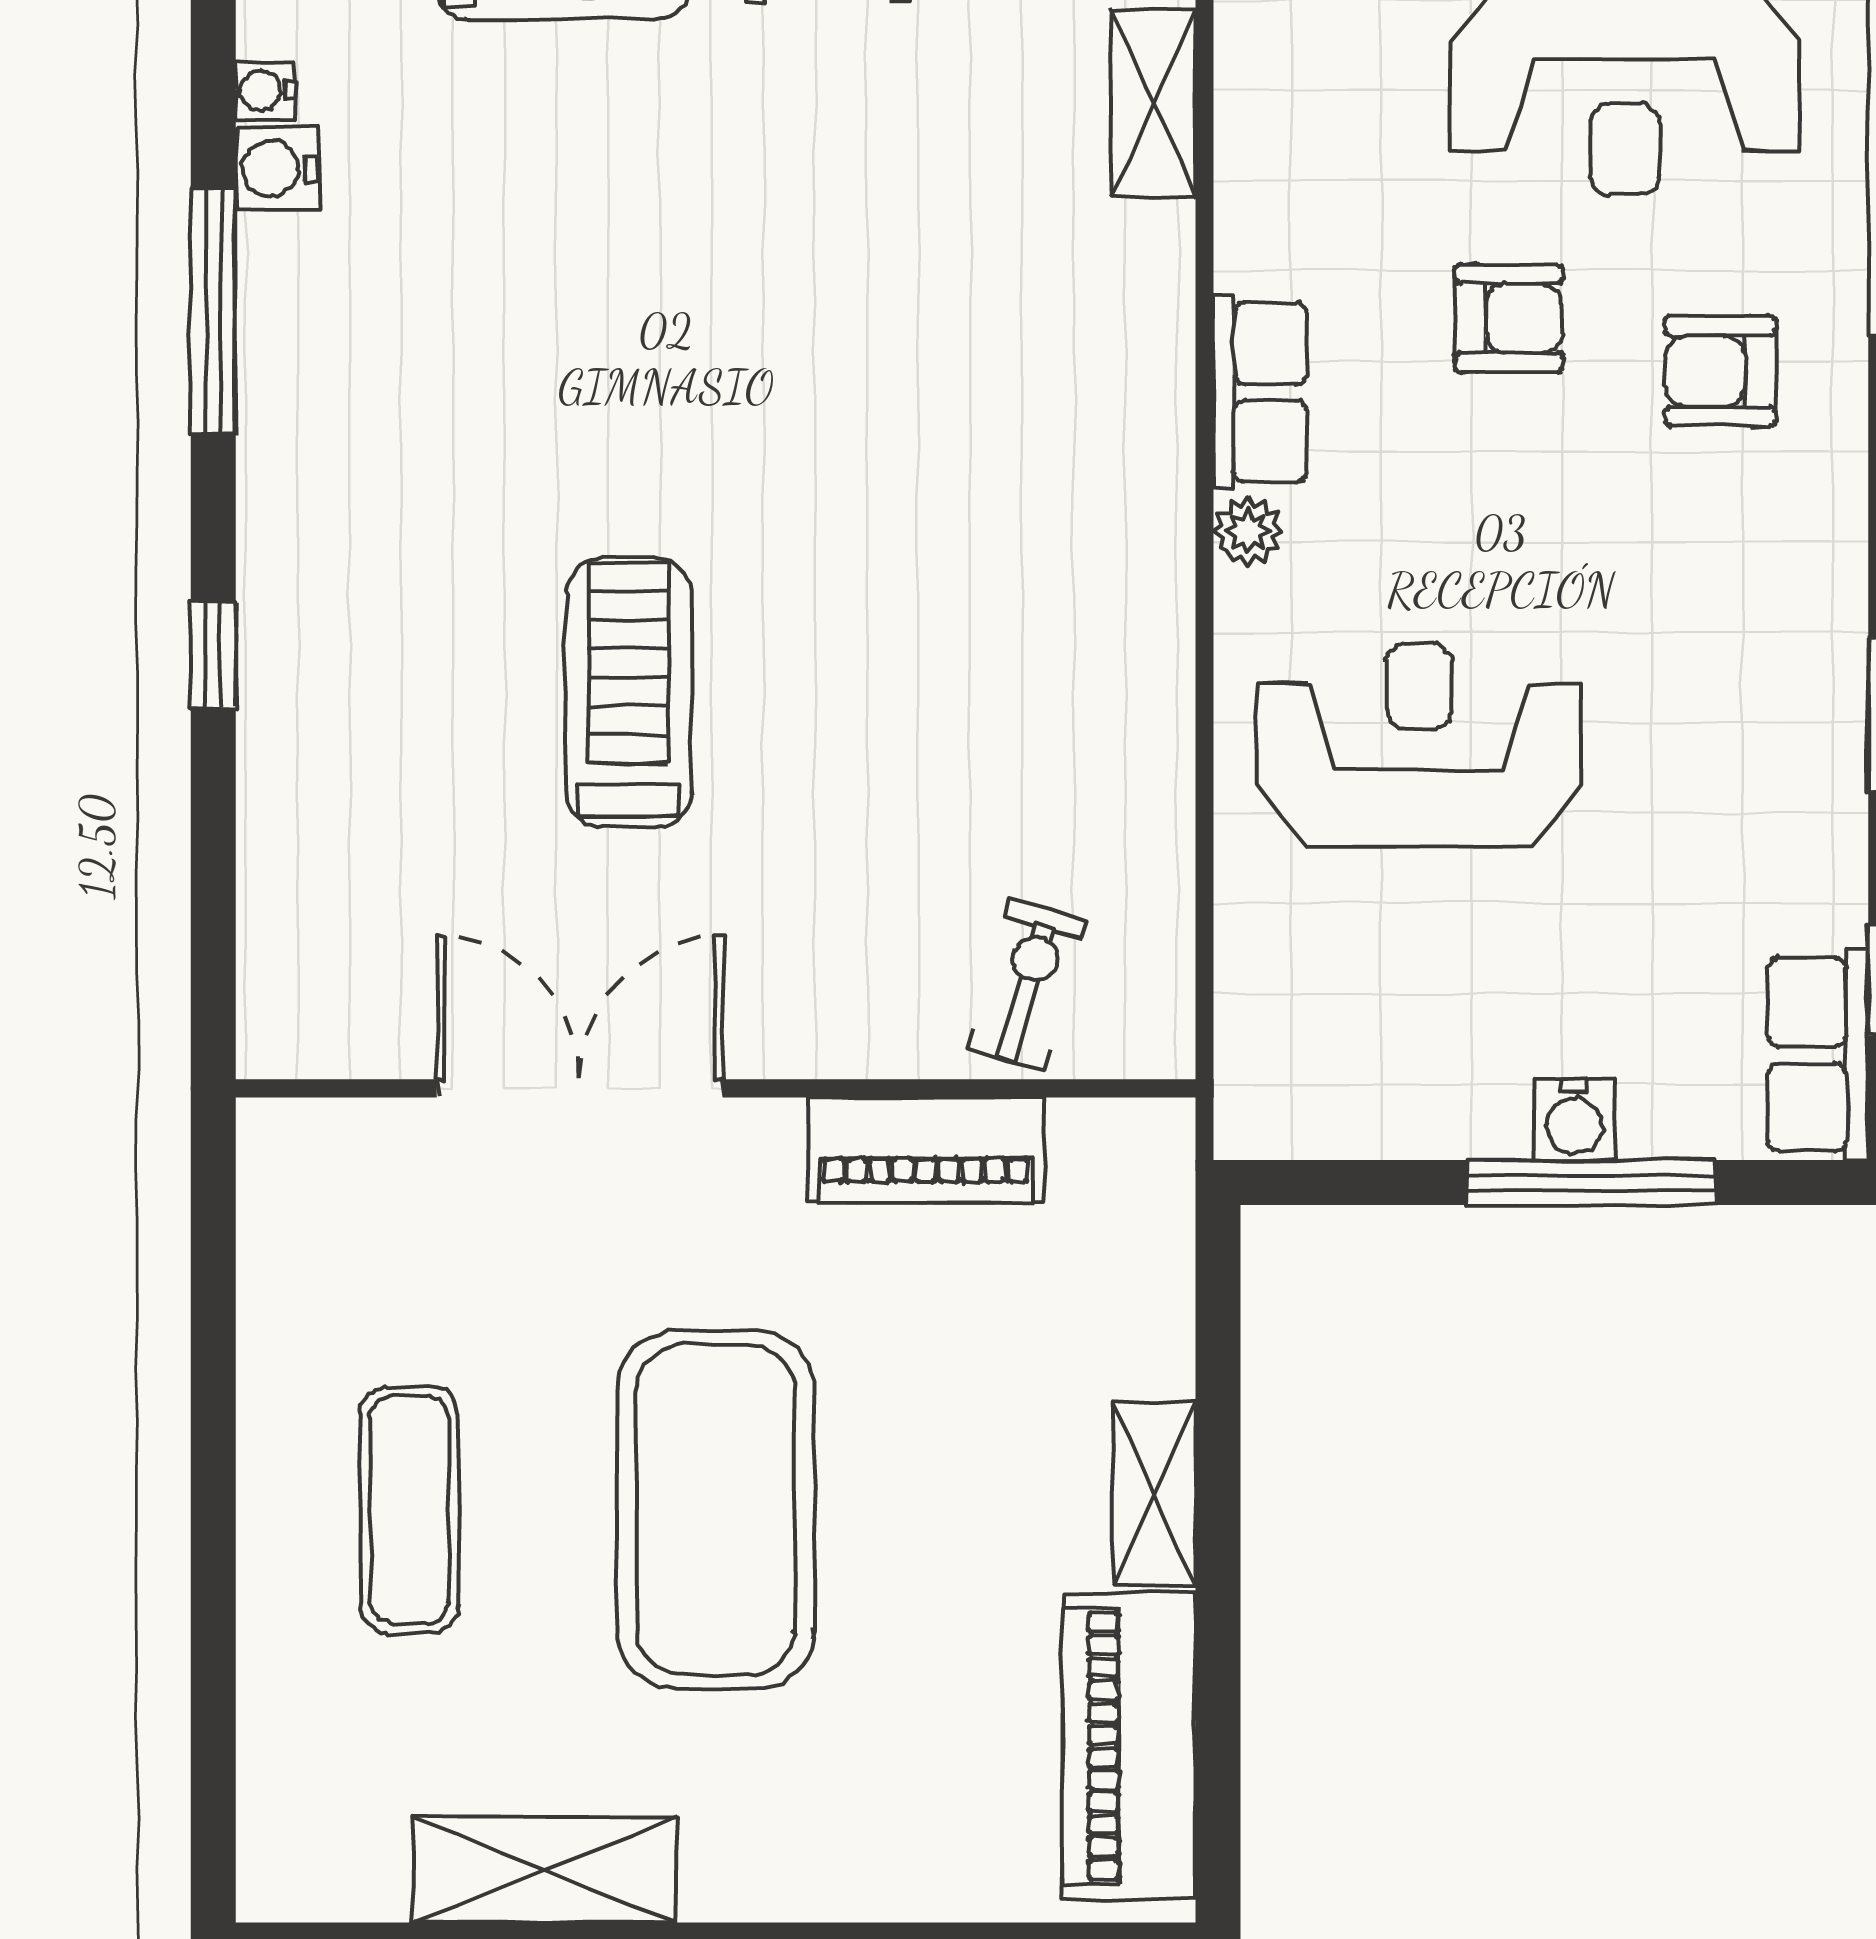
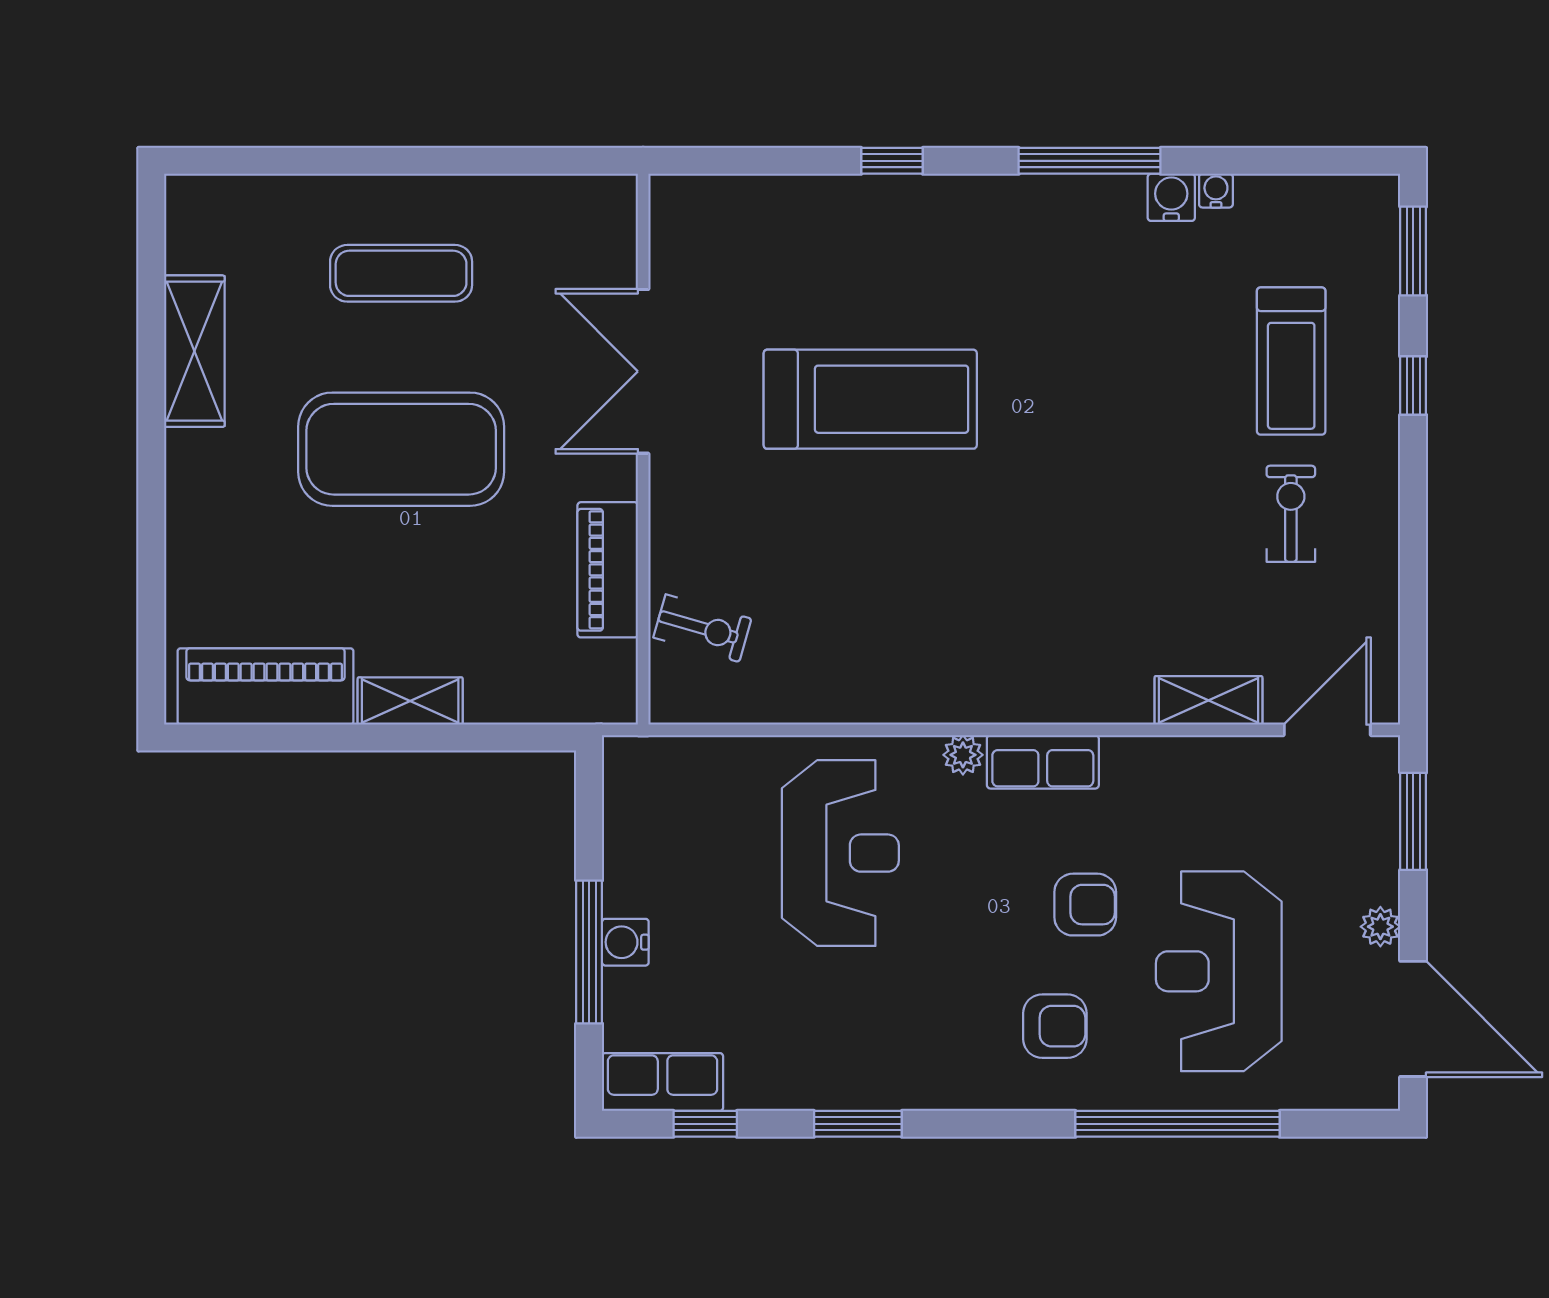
armchair: (1509, 318) -> (1085, 905), turned -90
armchair: (1720, 371) -> (1055, 1026), turned 90
treadmill: (629, 693) -> (870, 399), width x1.37, depth x1.38
double door: (580, 1088) -> (643, 371), swing flipped

